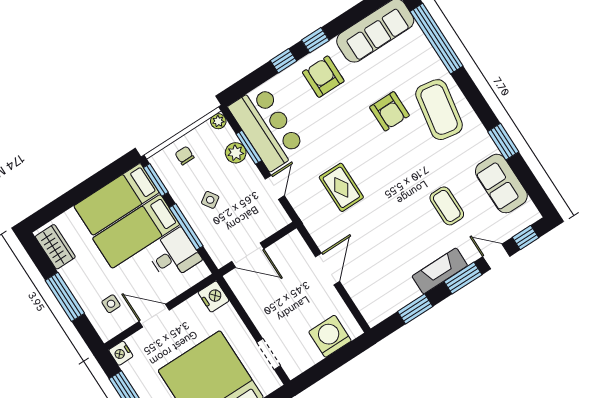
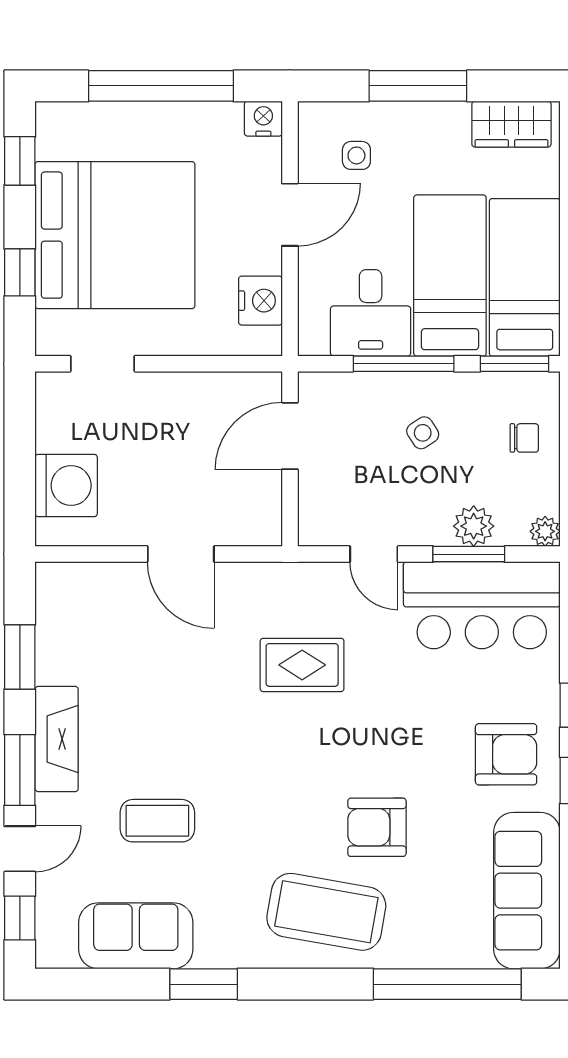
nightstand: (214, 297) -> (260, 301), moved, turned -90

